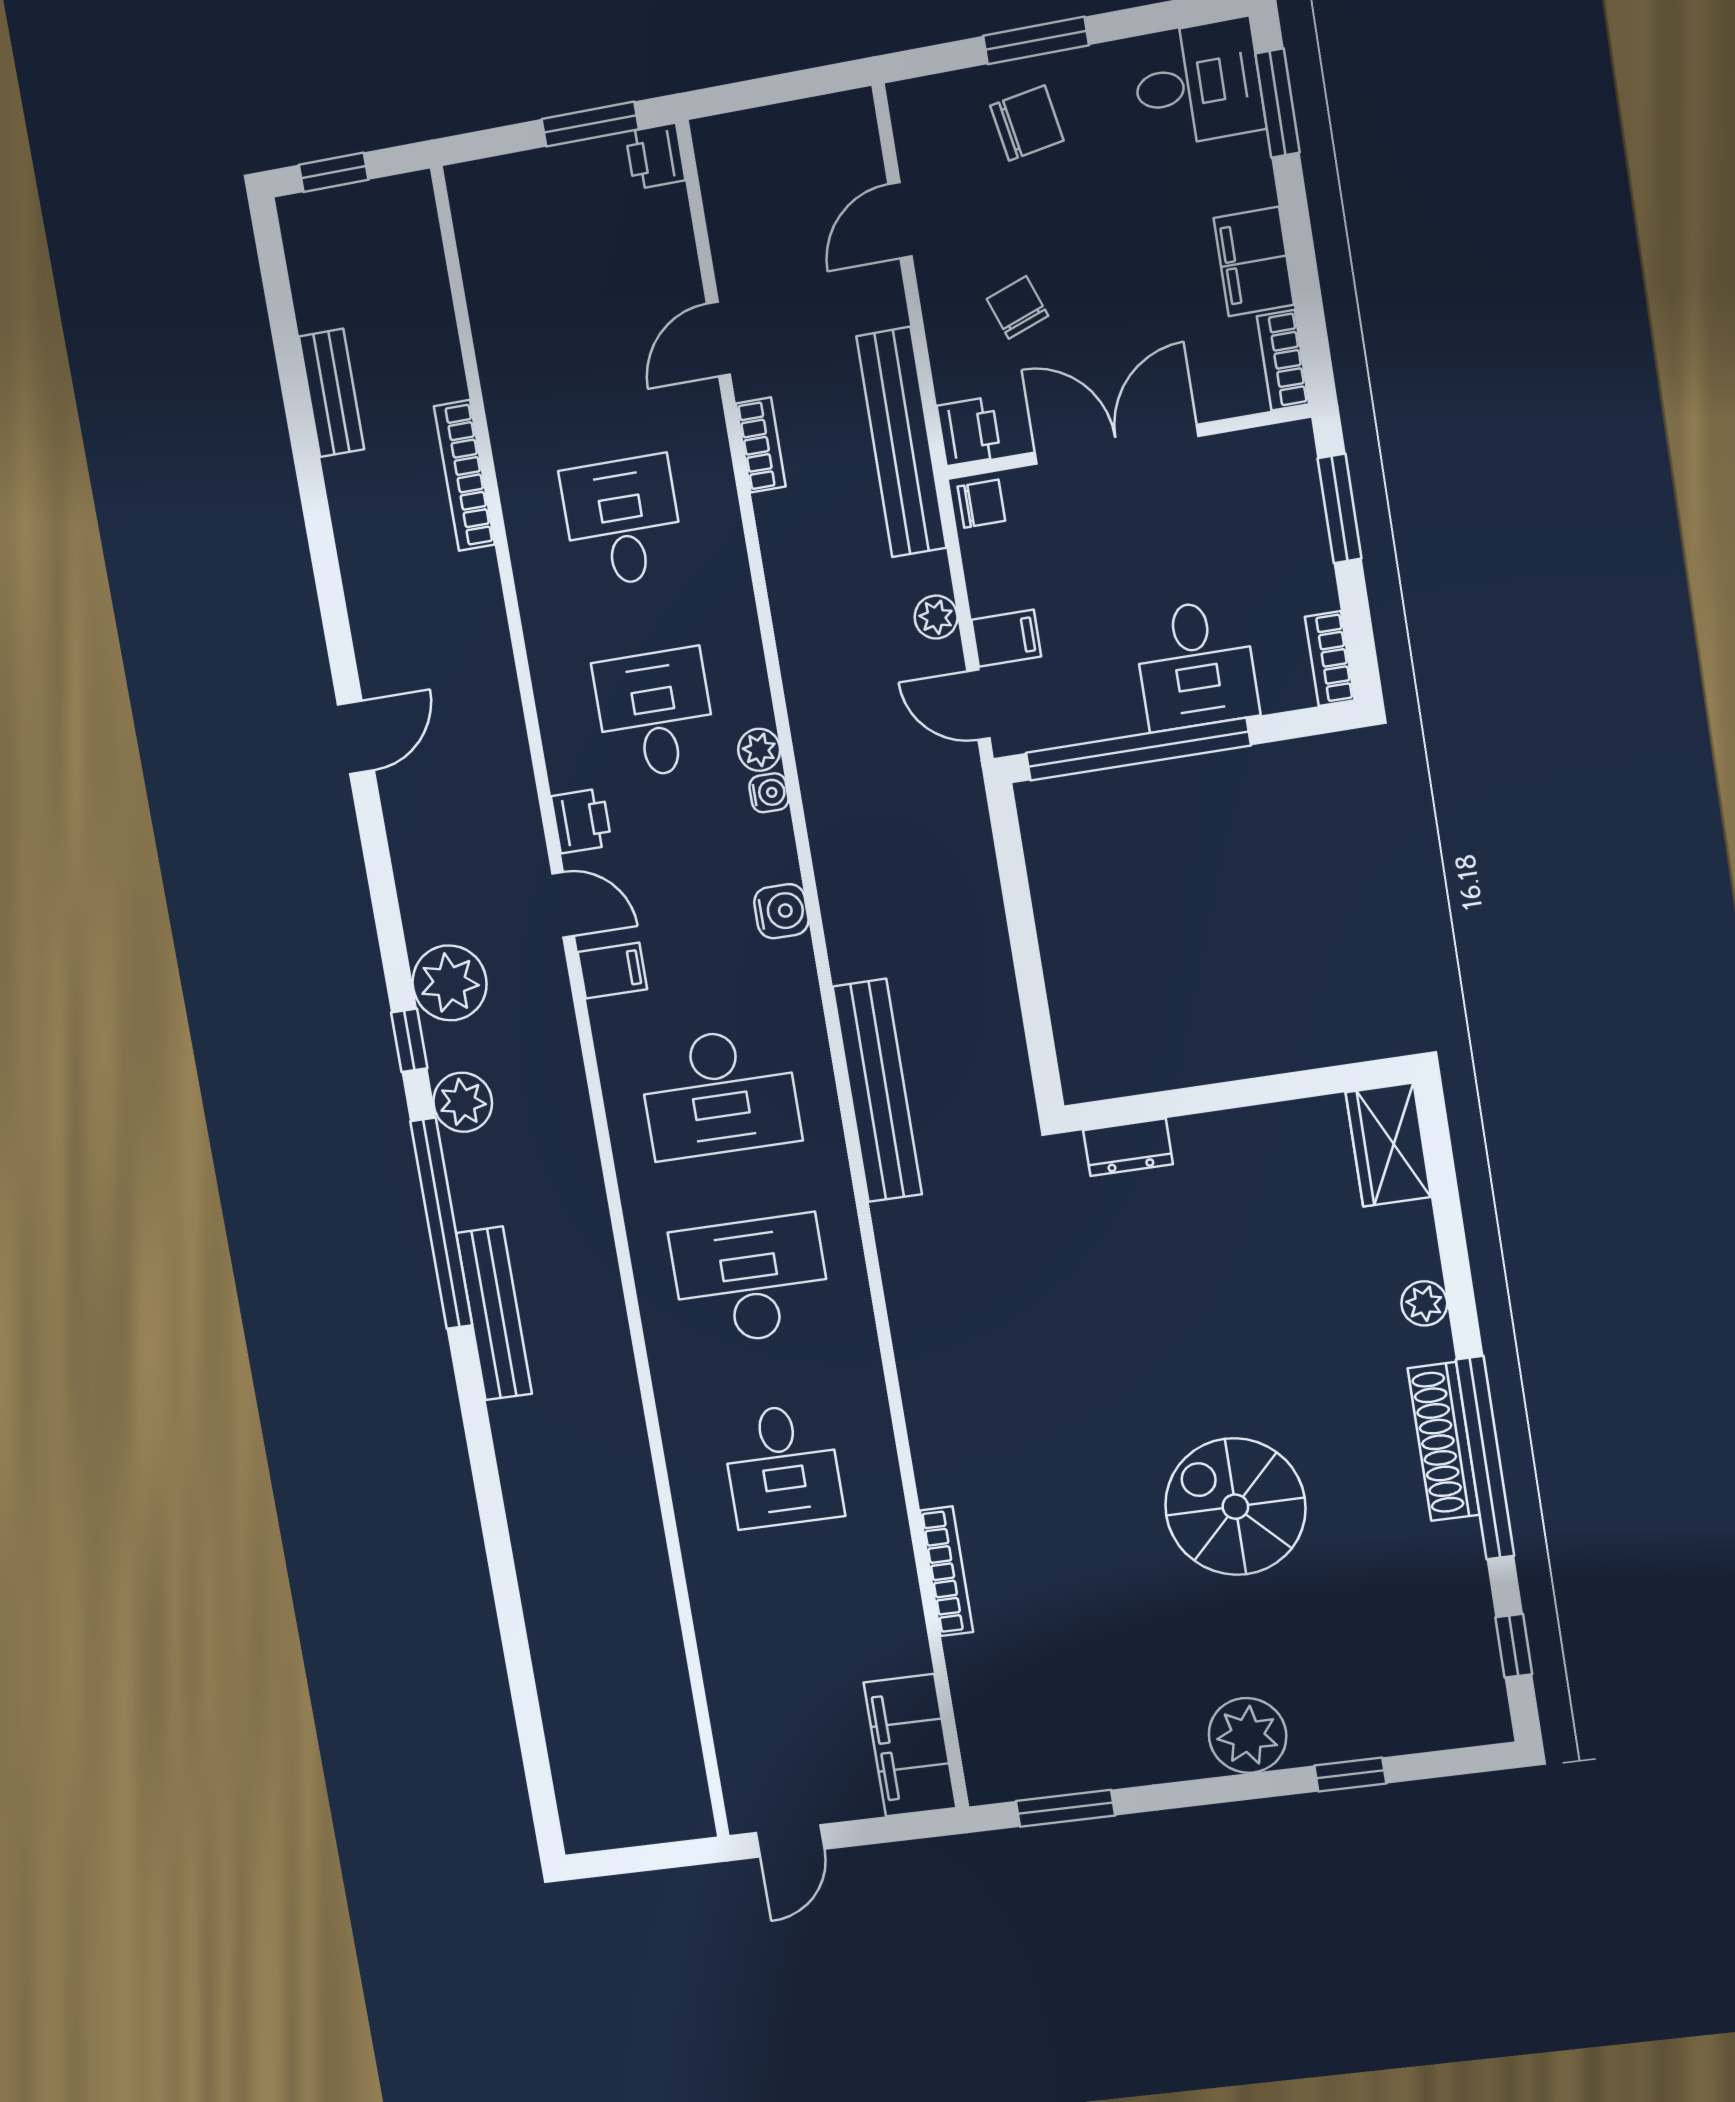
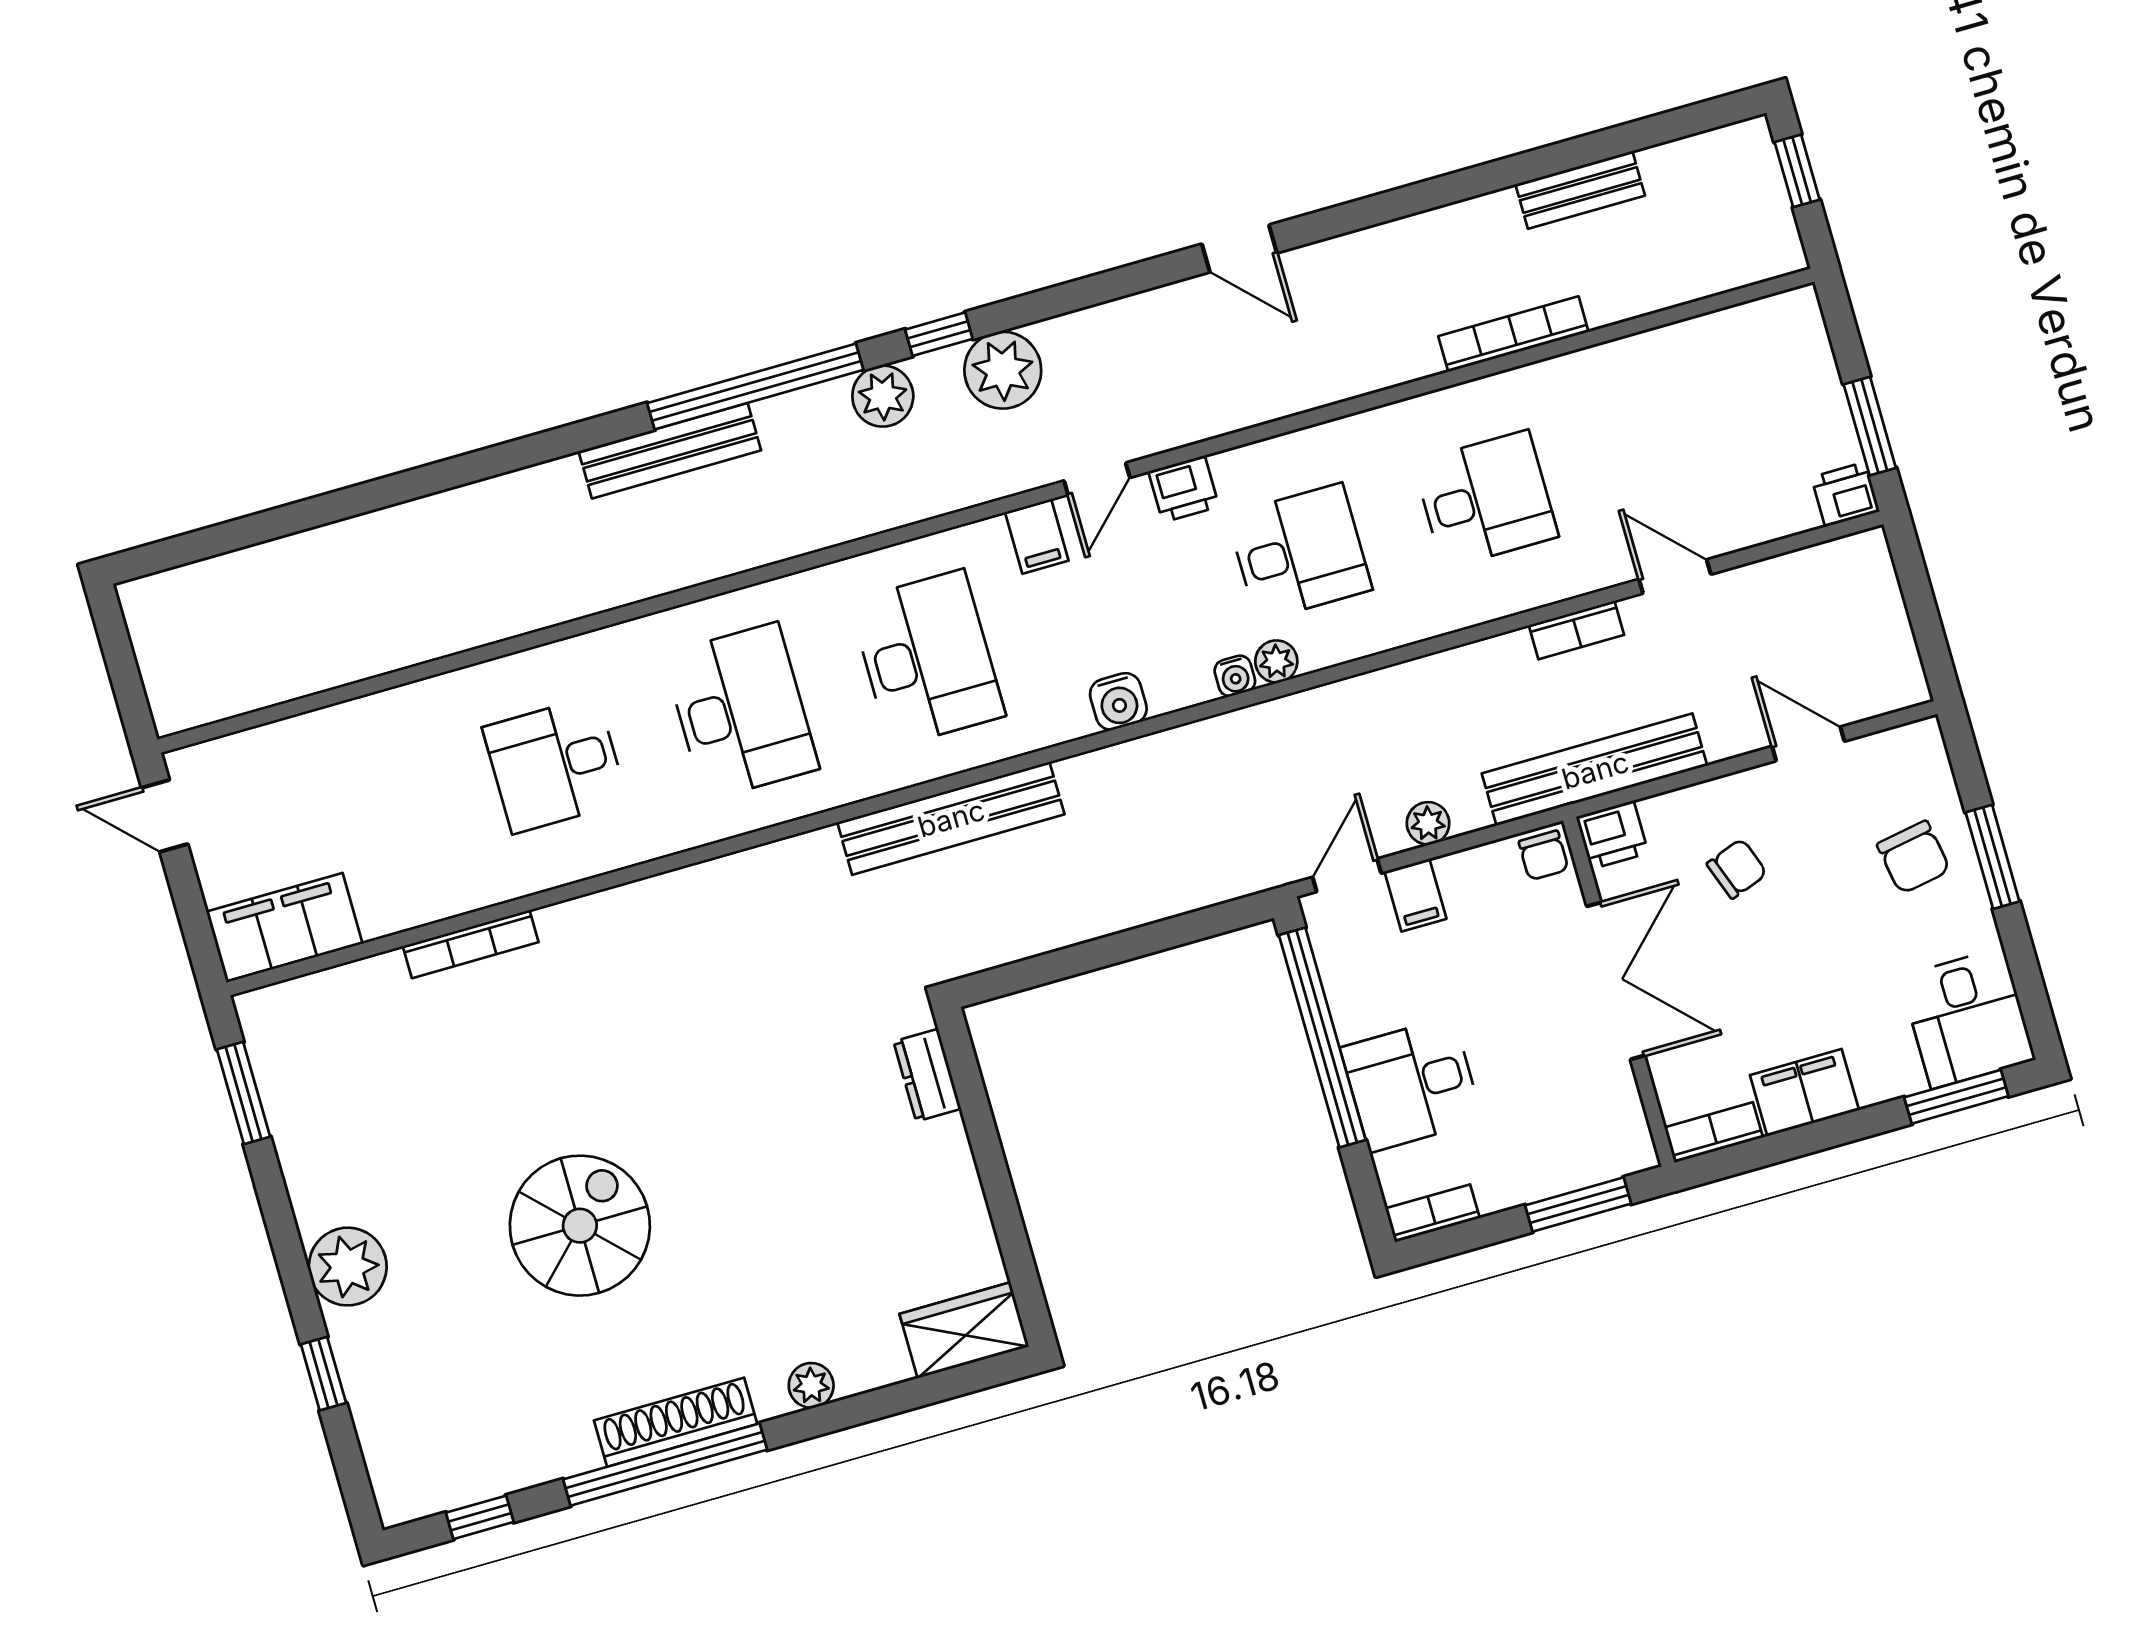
desk: (719, 1093) -> (927, 658), turned 180

